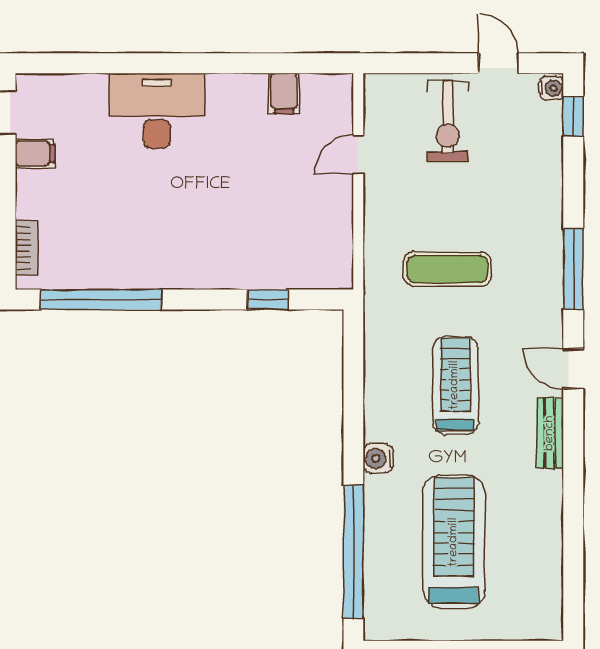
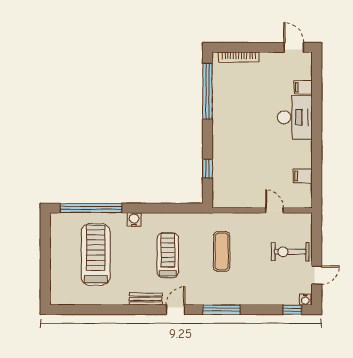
filing cabinet: (35, 153) -> (303, 87), moved, turned 90
bookcase: (26, 248) -> (239, 57), width x1.56
treadmill: (455, 385) -> (168, 255), turned -90
treadmill: (454, 542) -> (96, 254), turned -90

